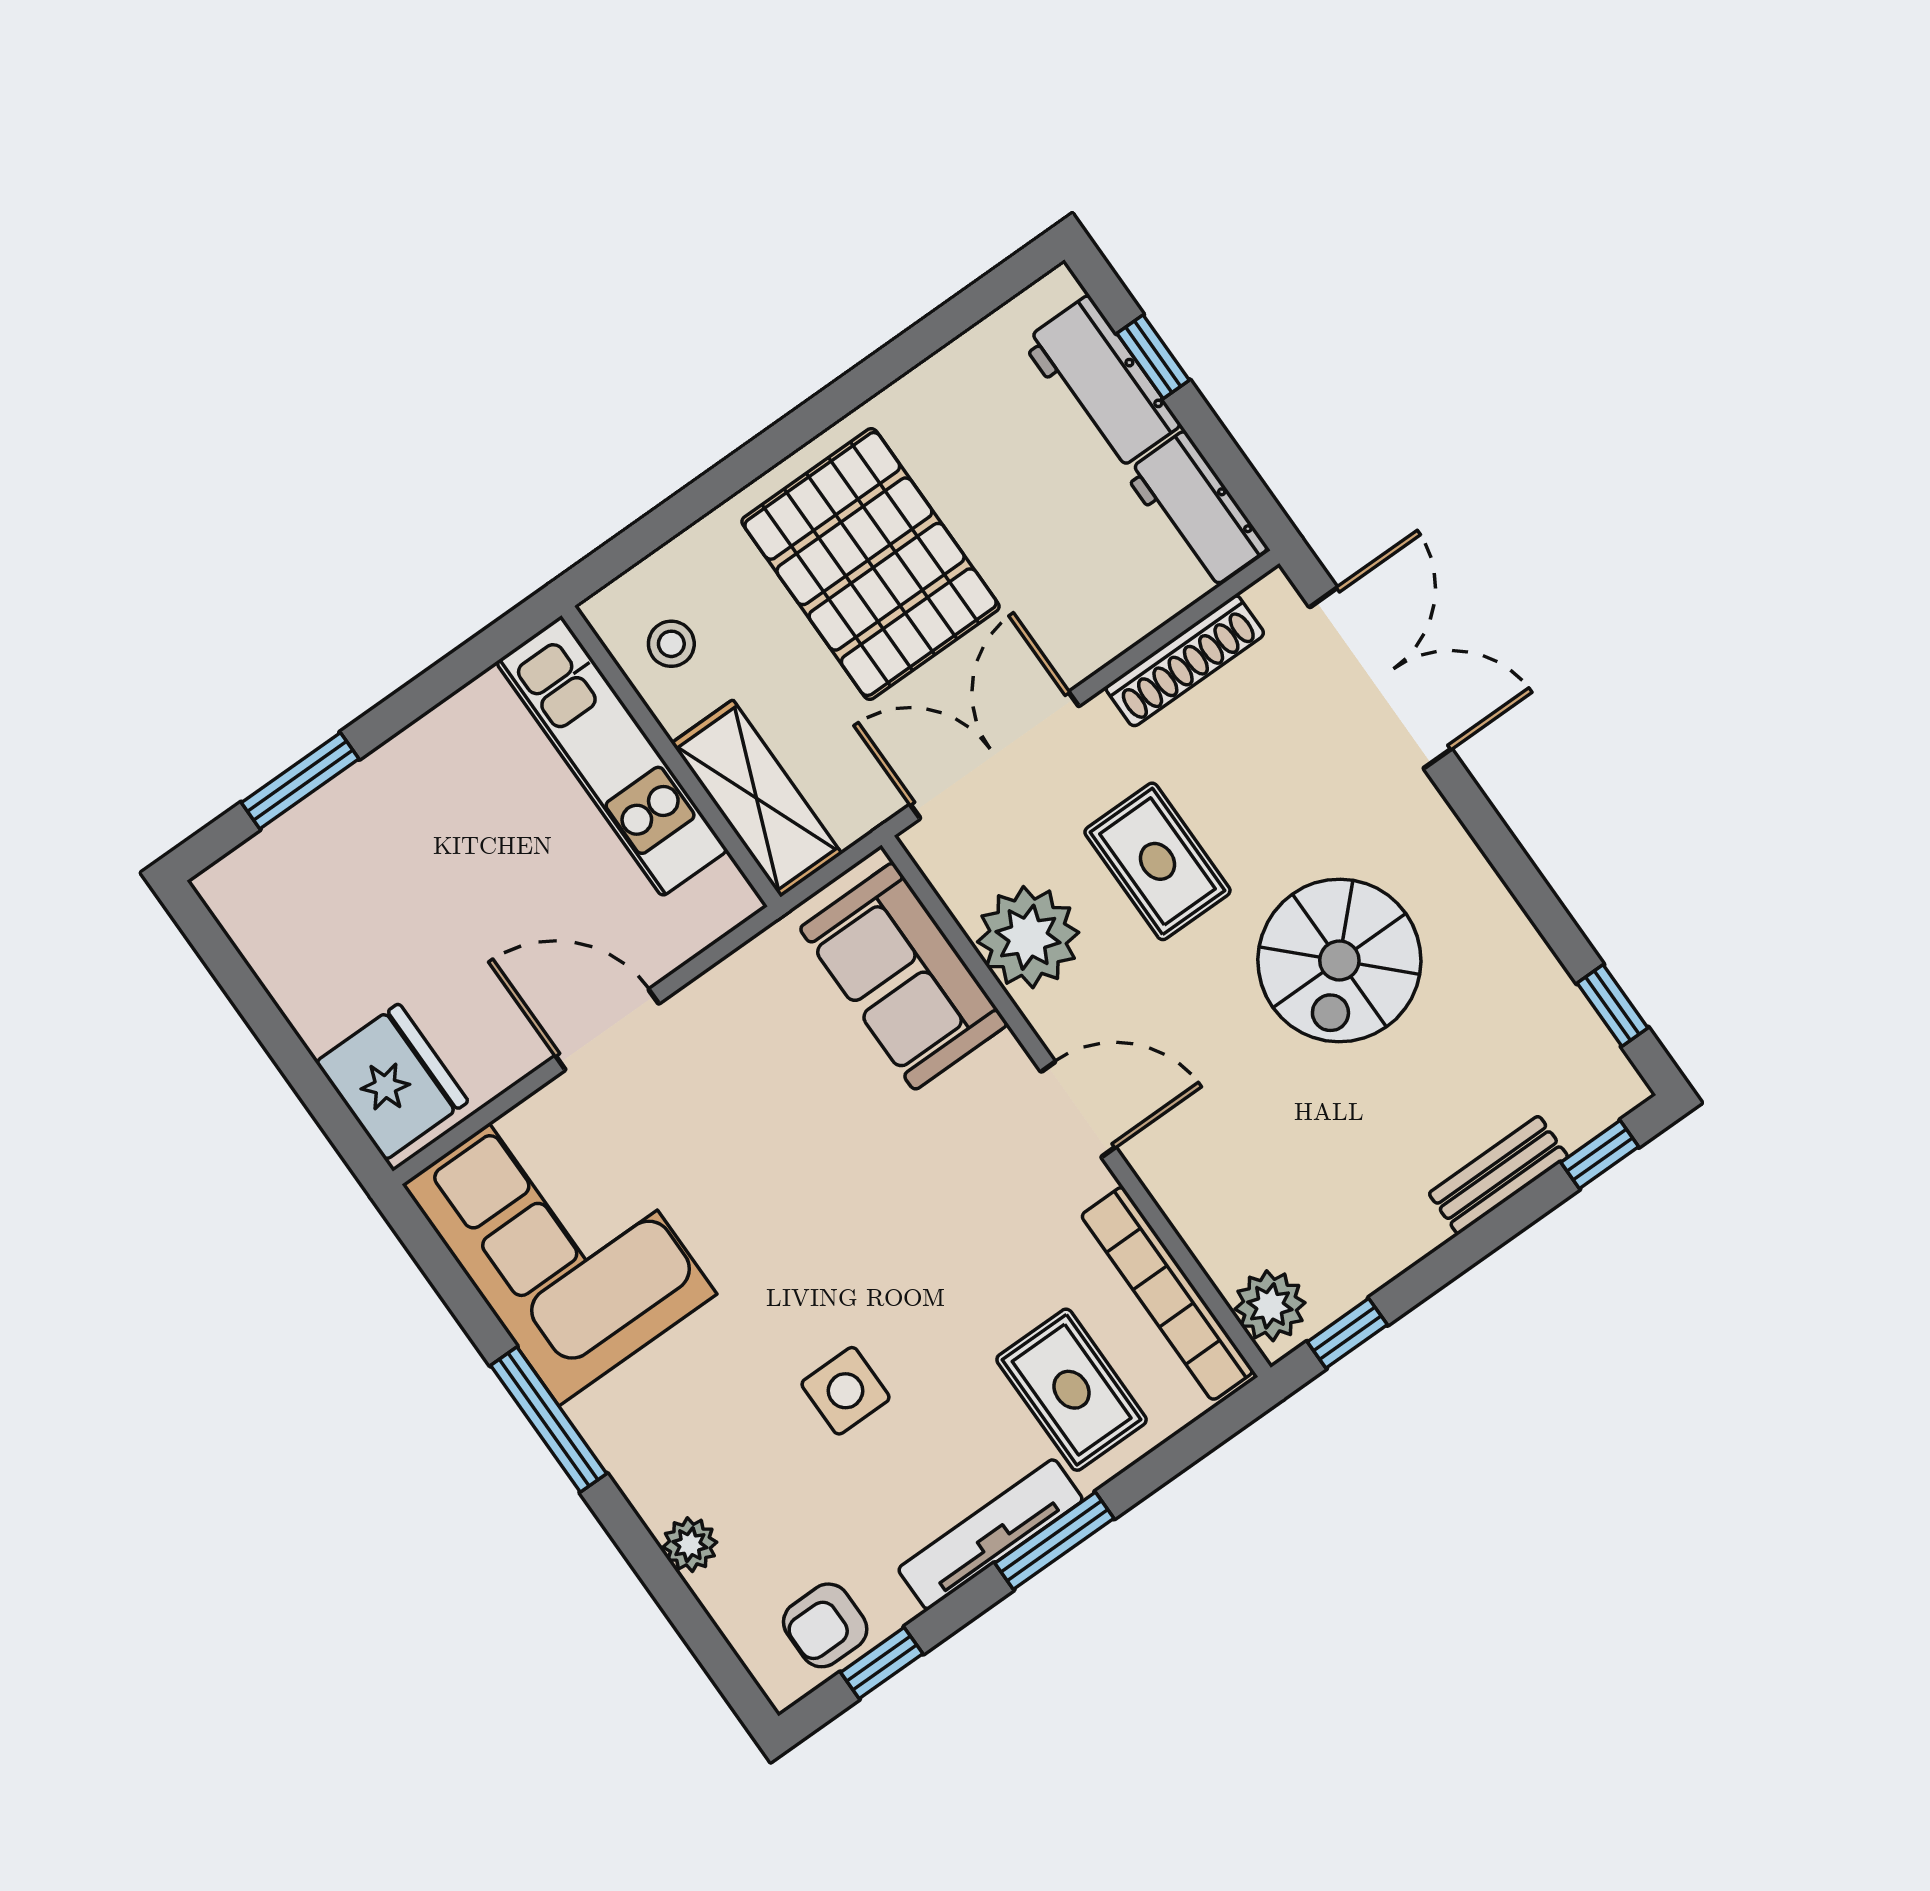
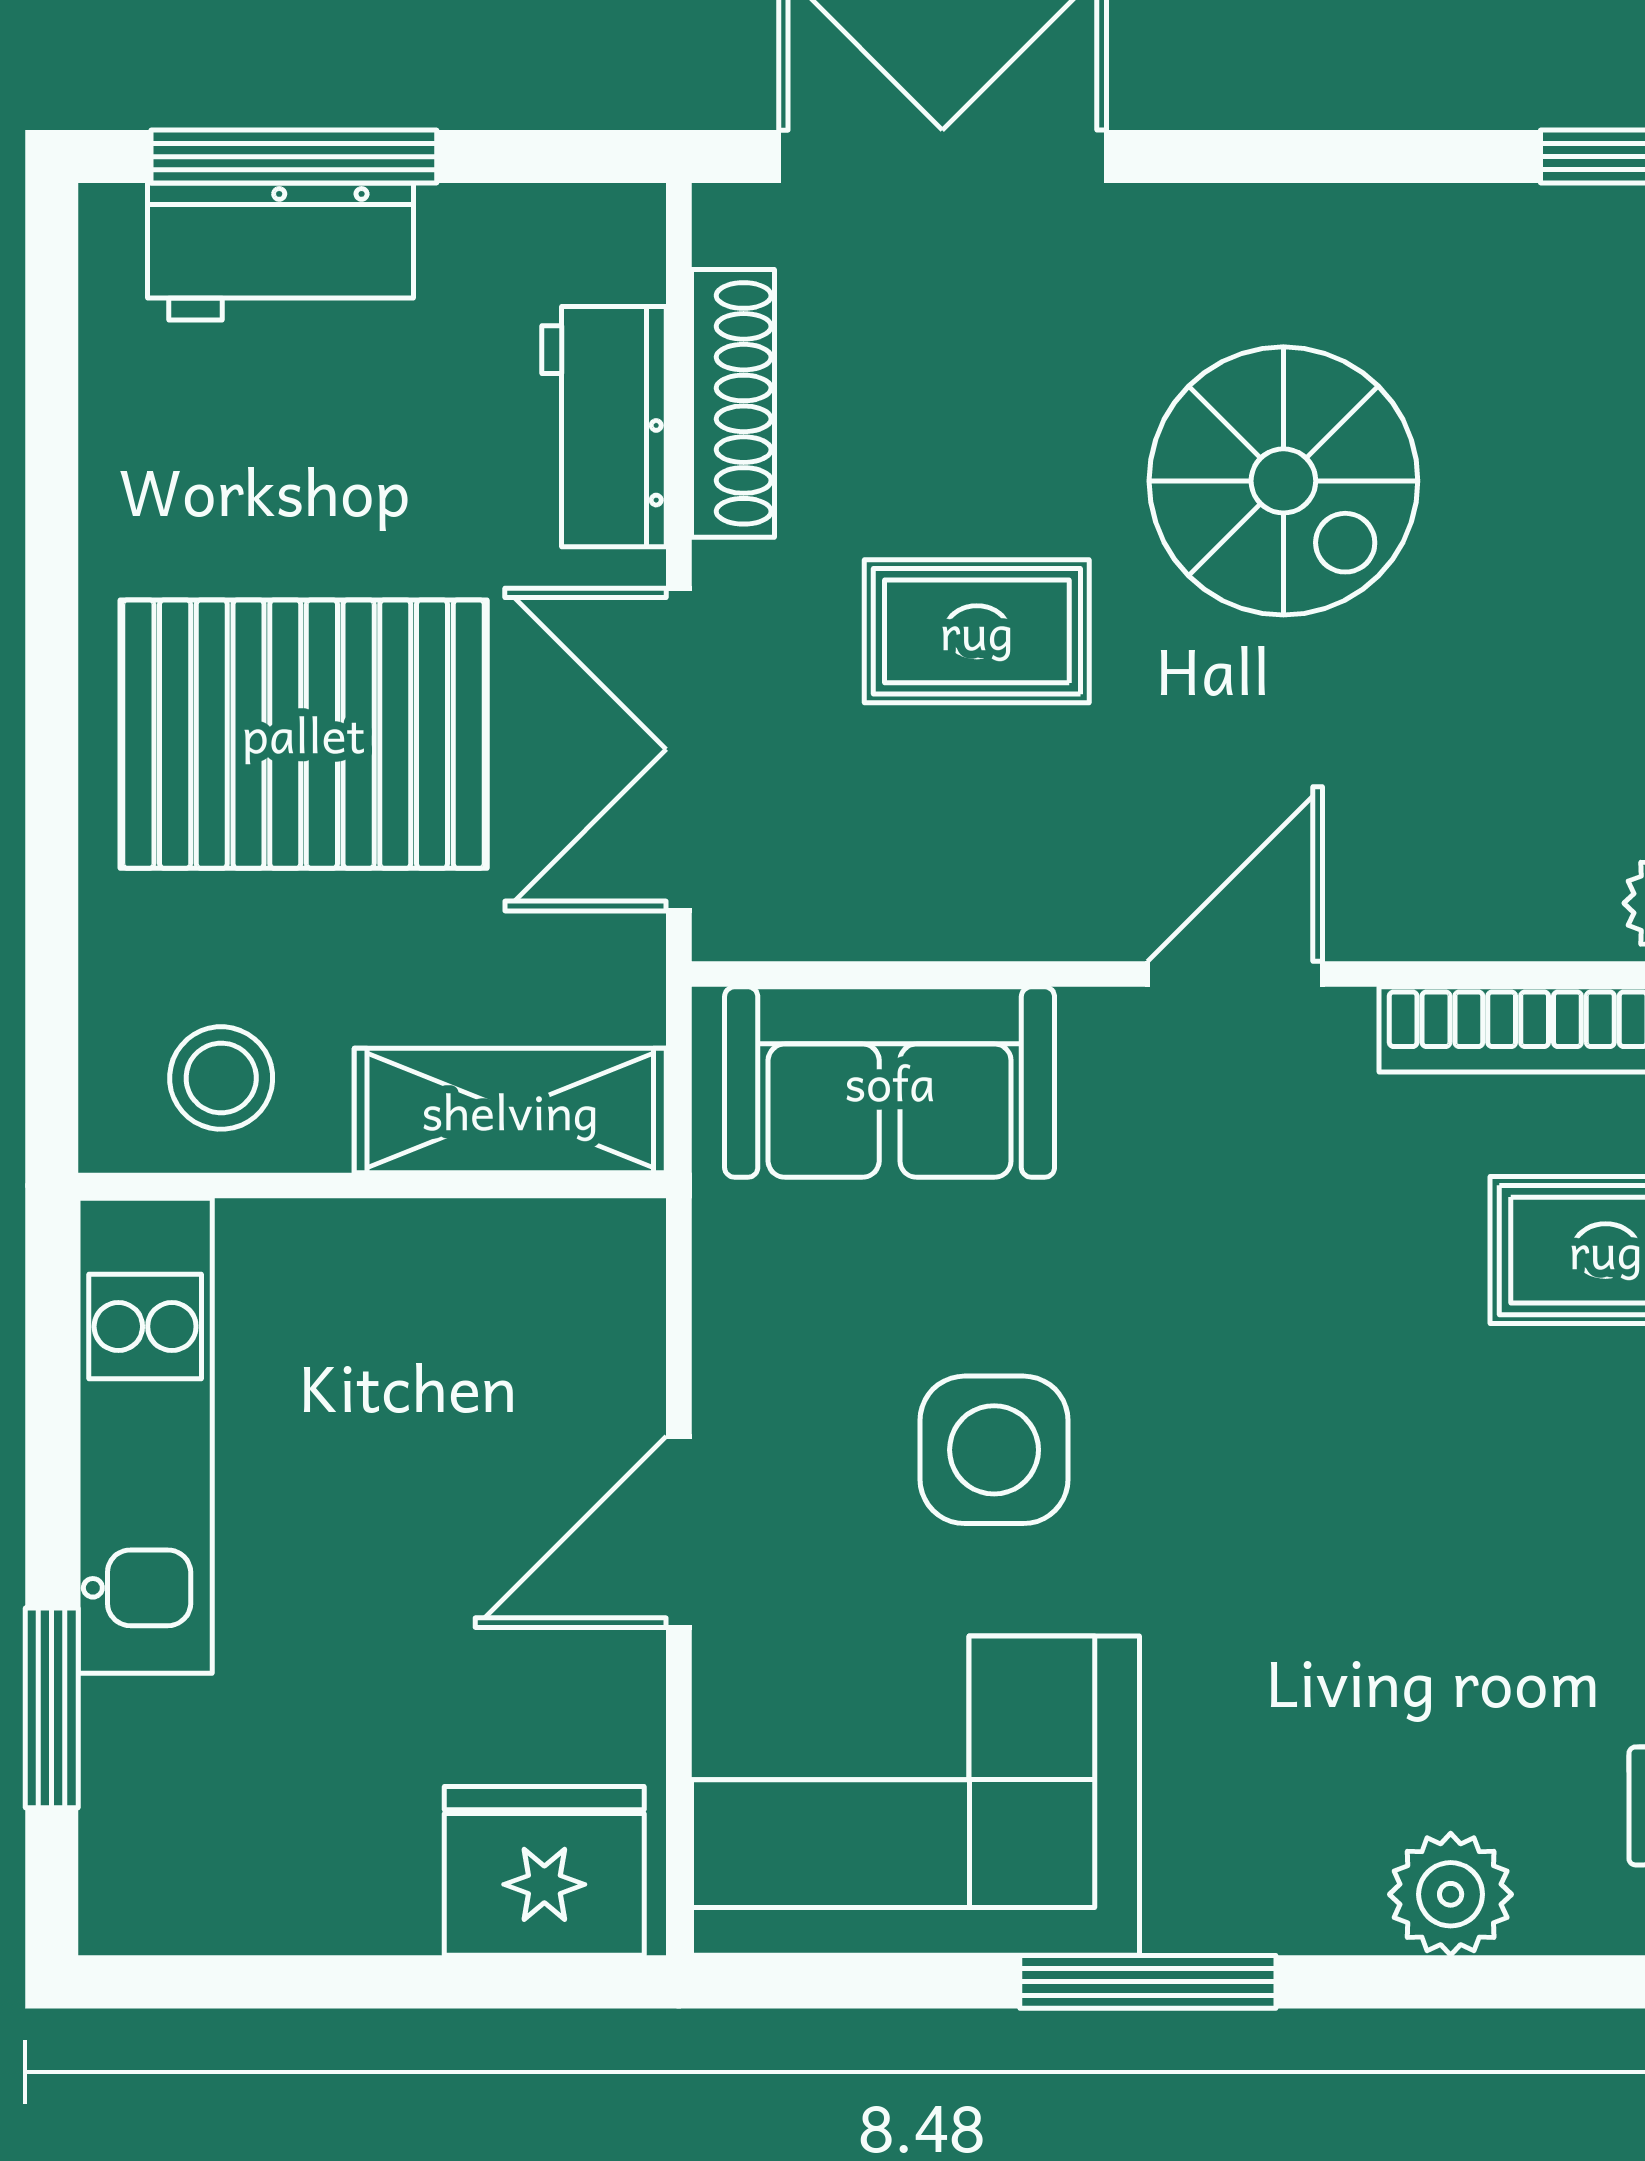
window: (1153, 357) -> (294, 157), width x2.17
workbench: (1196, 511) -> (604, 427), moved, turned 90
stool: (671, 644) -> (221, 1078), width x1.37, depth x1.37
kitchen unit: (612, 756) -> (145, 1436), moved, turned -90
plant: (1028, 937) -> (956, 877), removed
side table: (846, 1391) -> (994, 1450), moved, width x1.37, depth x1.37
plant: (690, 1545) -> (1451, 1894), width x1.38, depth x1.38

